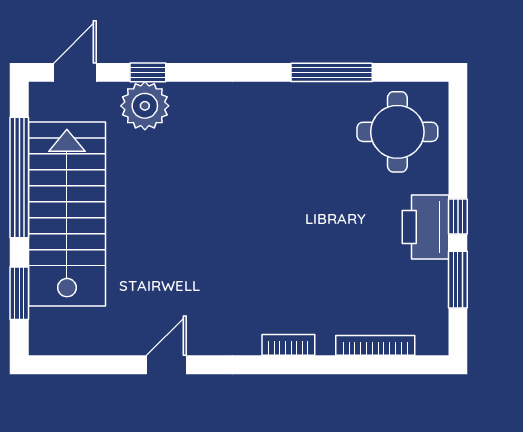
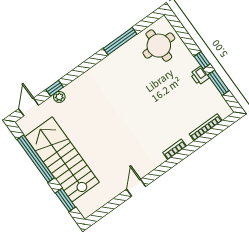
plant: (145, 106) -> (59, 97), width x0.53, depth x0.53
printer: (425, 227) -> (200, 76), width x0.53, depth x0.68

